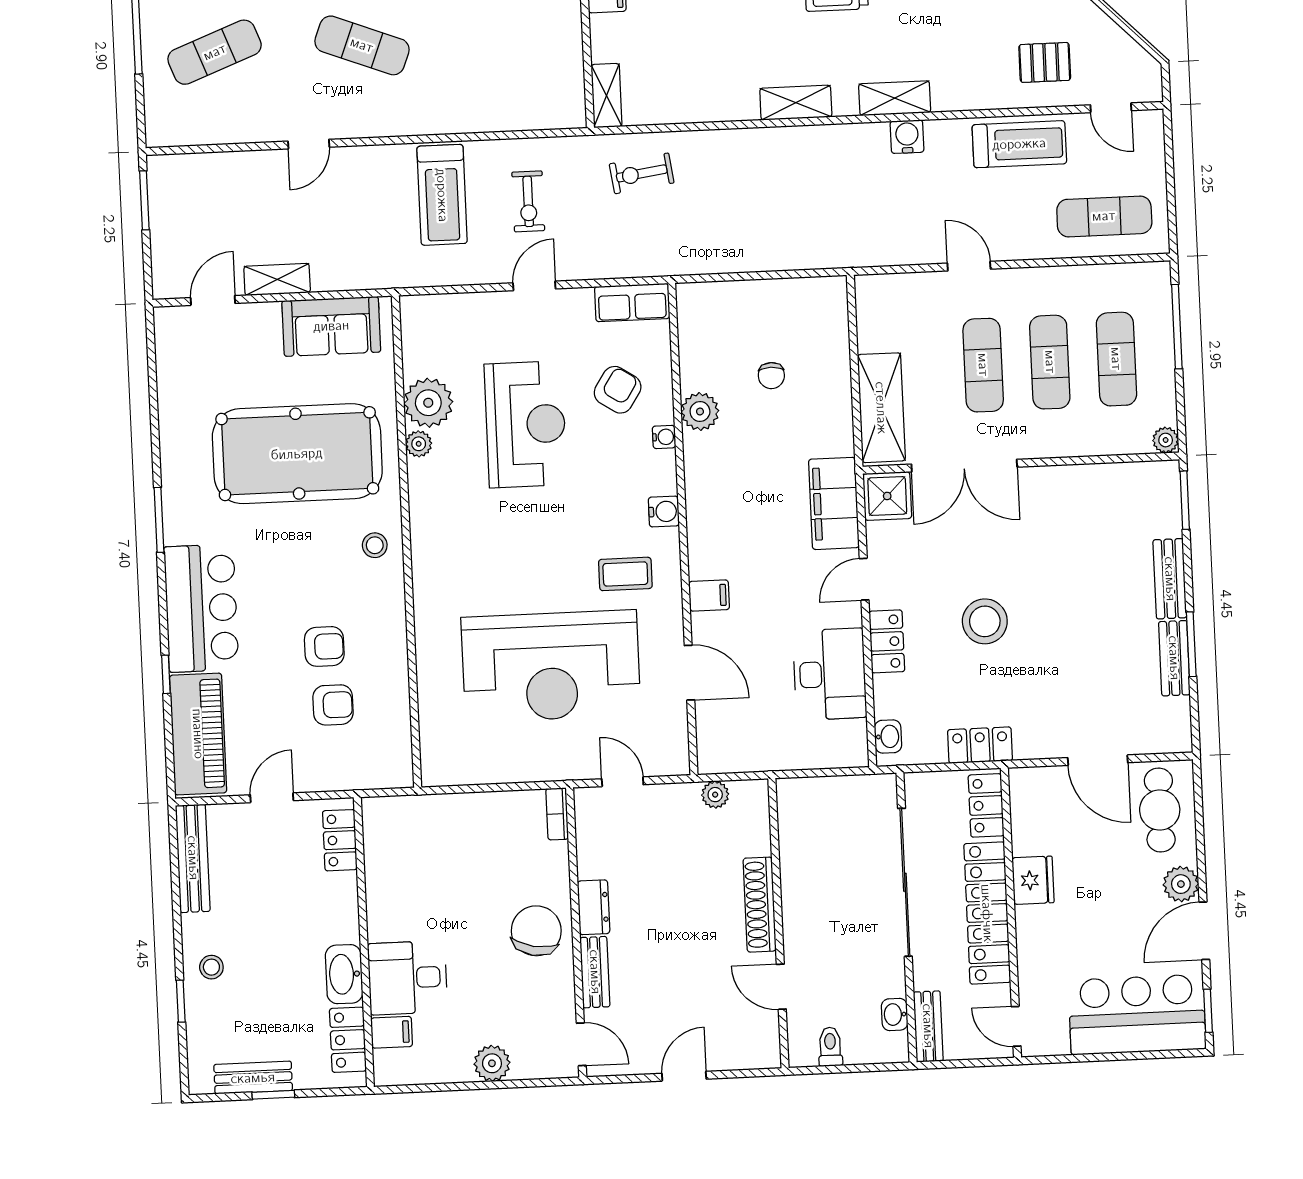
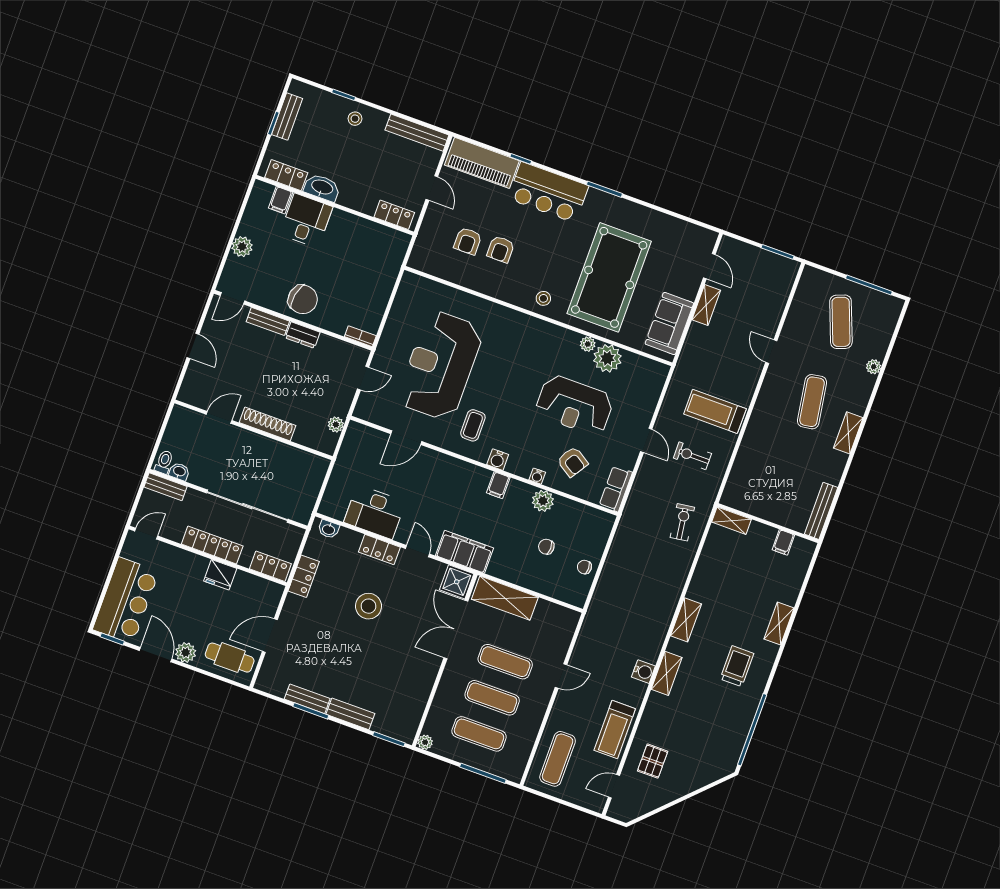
exercise mat: (362, 45) -> (812, 402), turned -30
chair: (779, 301) -> (584, 567), added
filing cabinet: (709, 596) -> (498, 485), moved
locker: (987, 913) -> (212, 545), width x0.71, depth x0.83
toilet: (830, 1047) -> (164, 462), moved, turned -90

